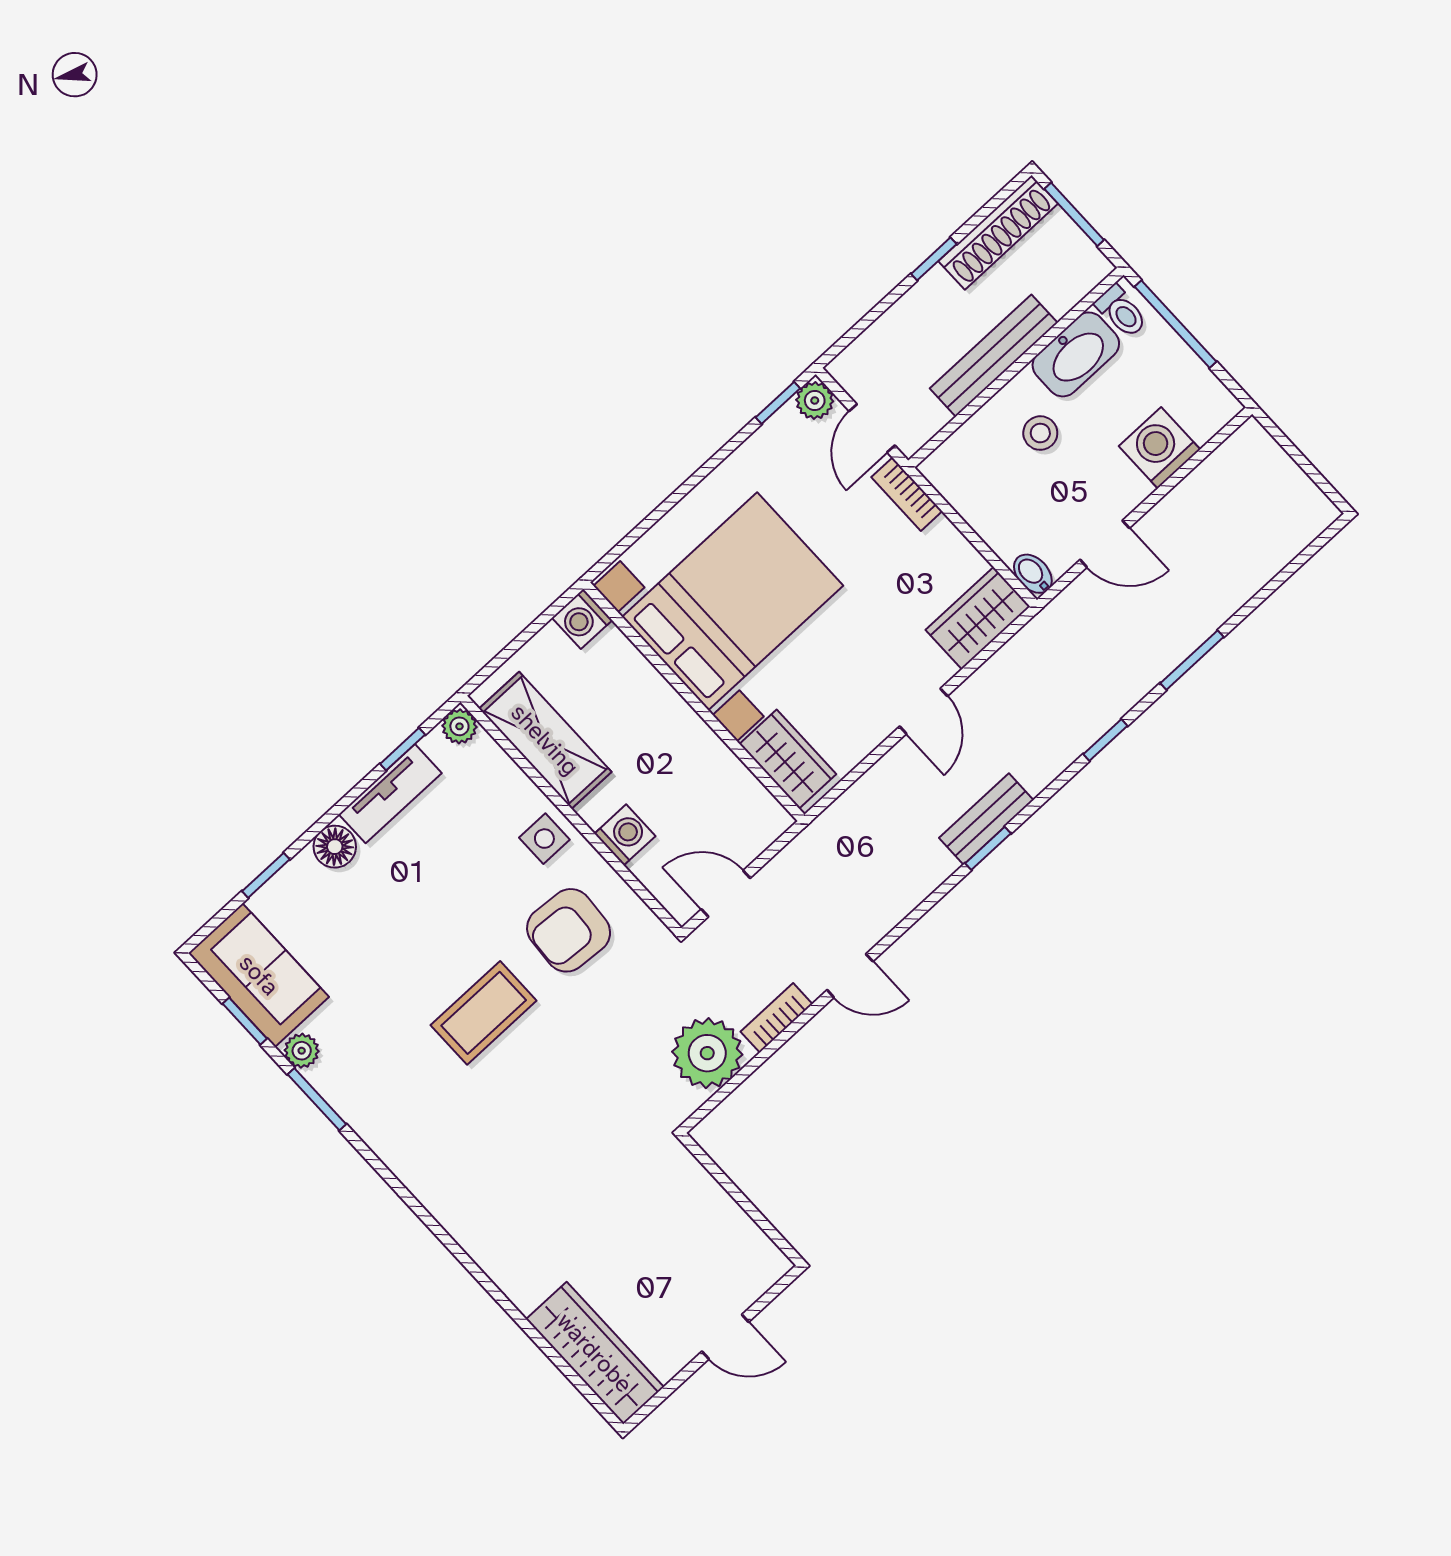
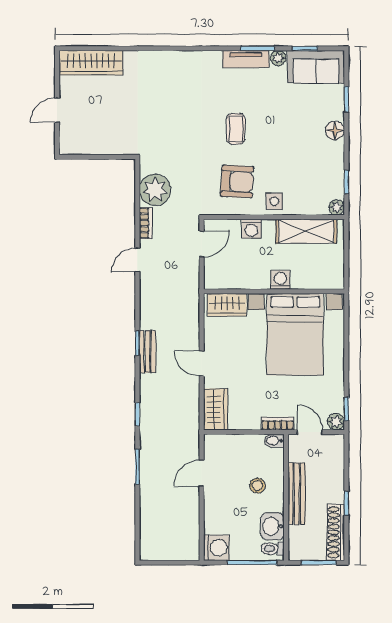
washbasin: (1076, 354) -> (272, 526), width x0.72
washing machine: (1159, 448) -> (217, 548), moved
bidet: (1033, 574) -> (274, 441), moved, turned 180
washing machine: (582, 619) -> (280, 280), moved
tv unit: (390, 794) -> (246, 59), moved, turned -90
armchair: (569, 930) -> (237, 181), turned 89
coffee table: (484, 1013) -> (236, 129), width x0.73, depth x0.77

